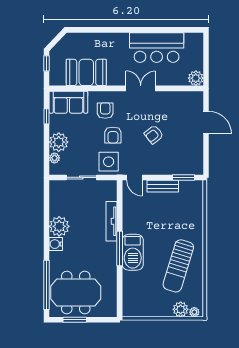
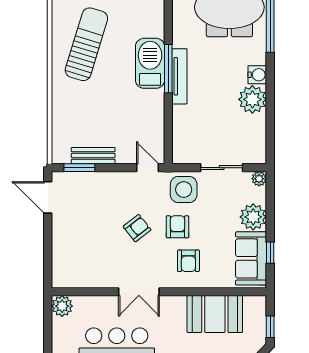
sofa: (68, 102) -> (251, 258), moved, turned -90
door: (206, 123) -> (48, 197), moved
armchair: (154, 134) -> (137, 228), moved
plant: (54, 158) -> (259, 179), moved
bench: (163, 186) -> (93, 156), moved
tv unit: (112, 221) -> (179, 76), moved

